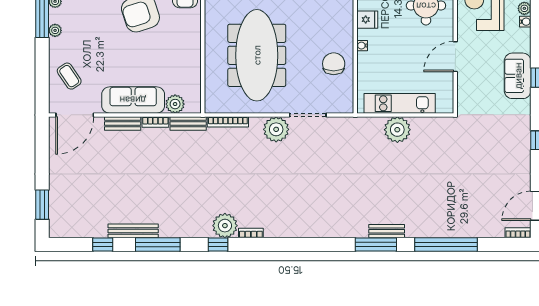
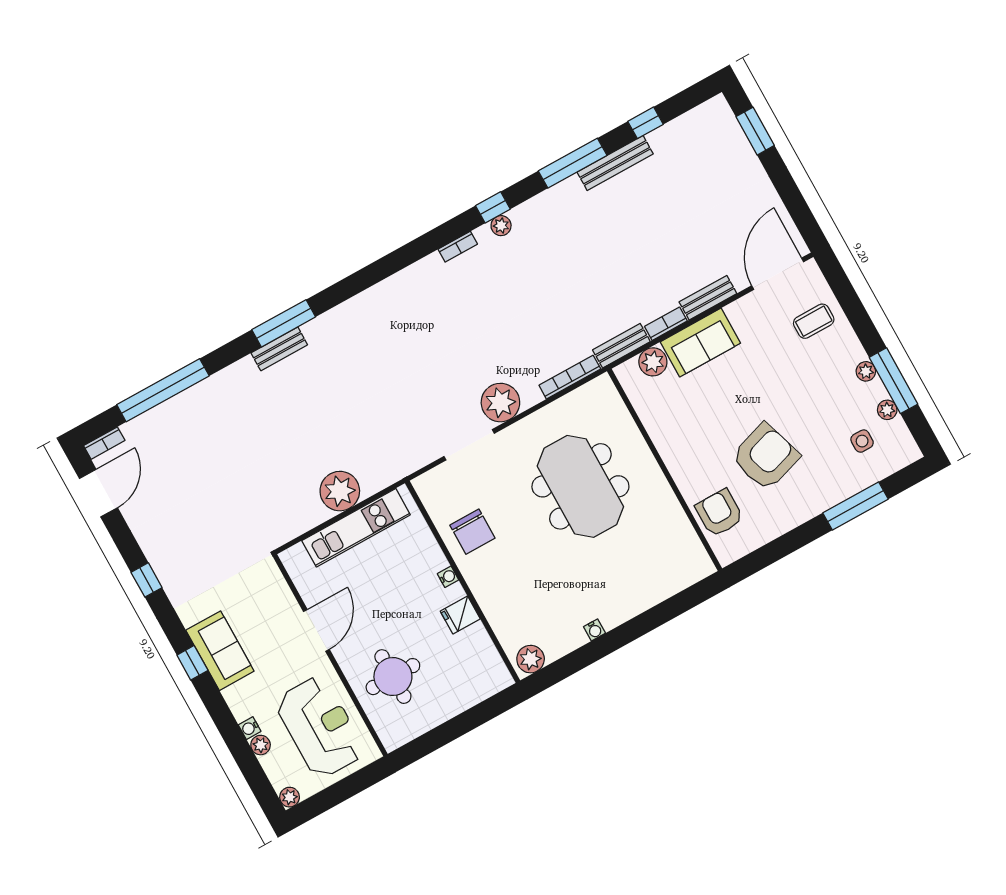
meeting table: (257, 55) -> (580, 486), width x0.73
coffee table: (69, 76) -> (814, 321), turned -56
sofa: (133, 100) -> (700, 343), width x0.73
plant: (225, 226) -> (501, 226), width x0.53, depth x0.53
window: (446, 245) -> (163, 390), moved

